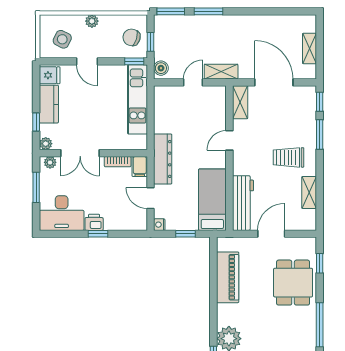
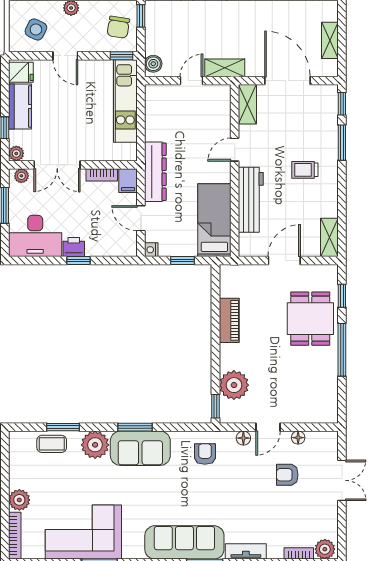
chair: (132, 37) -> (118, 27), turned -98
window: (151, 42) -> (141, 16), moved
trolley: (288, 157) -> (305, 170), width x0.73, depth x0.72
shelving: (309, 192) -> (329, 237), moved
workbench: (243, 203) -> (251, 200), moved
piano: (228, 277) -> (229, 320), width x0.73, depth x0.75
window: (320, 325) -> (342, 350), moved

